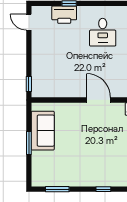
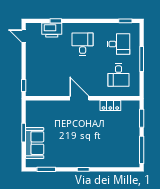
desk: (103, 32) -> (83, 44), turned 180
sofa: (43, 131) -> (35, 143), moved

